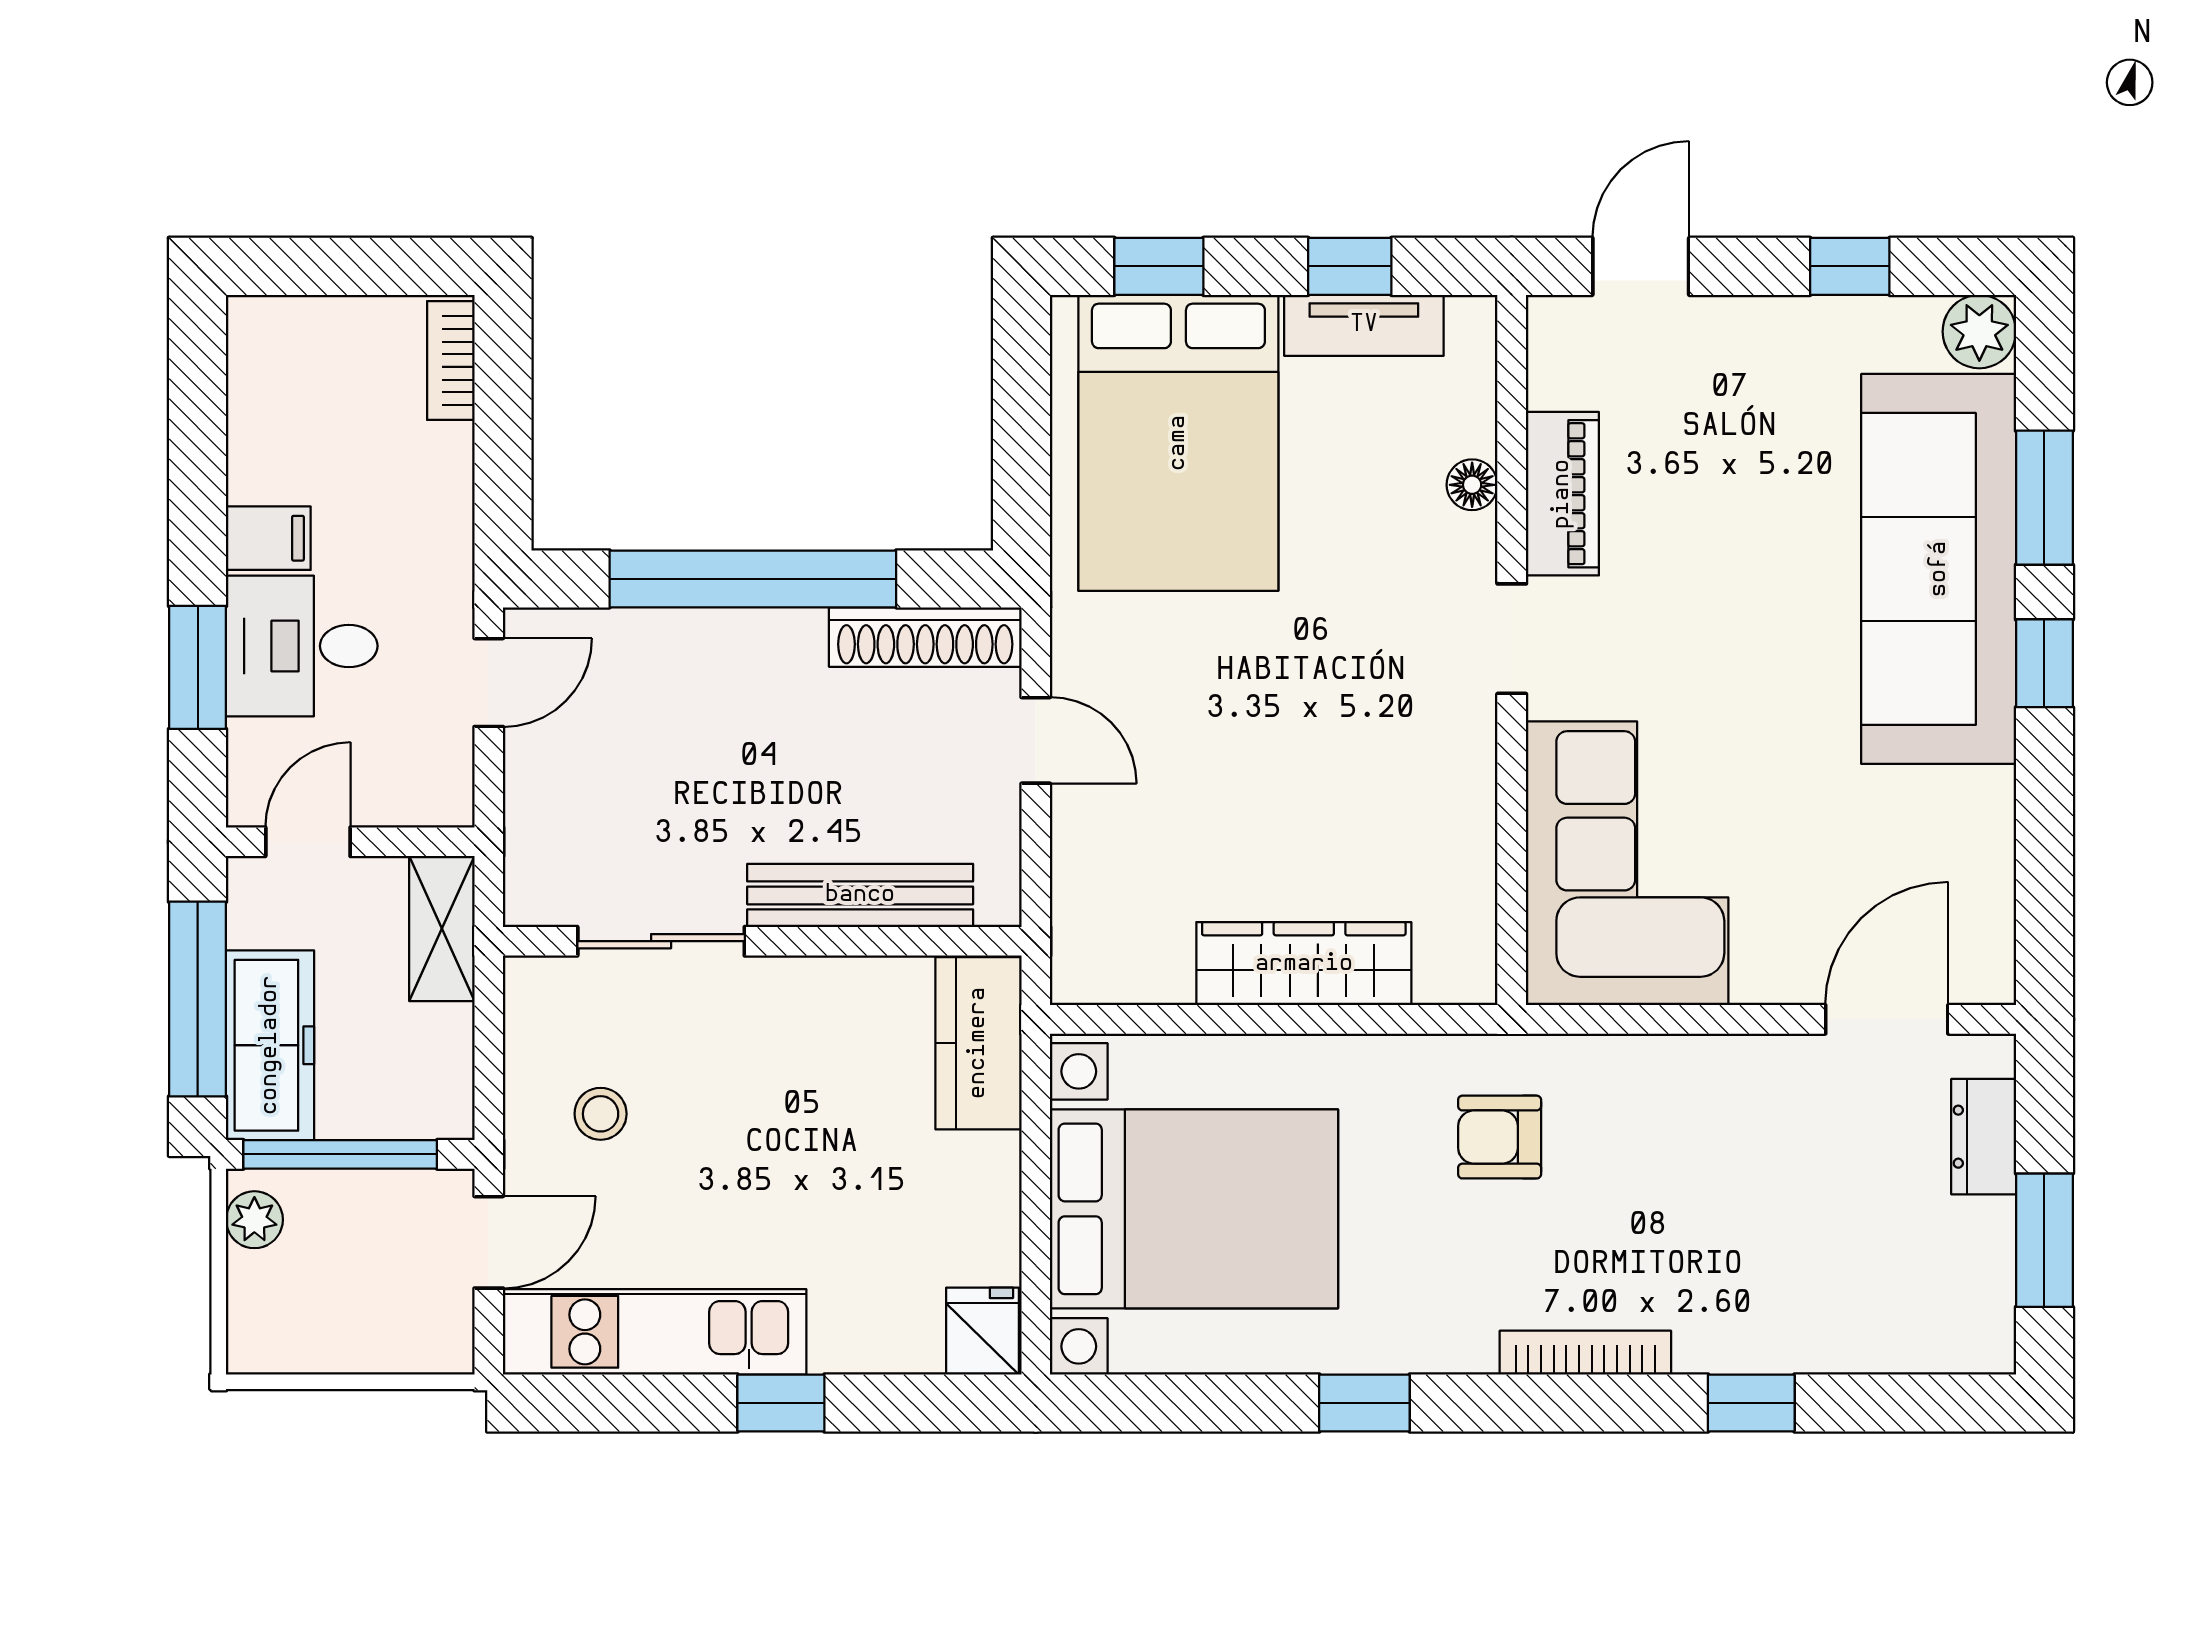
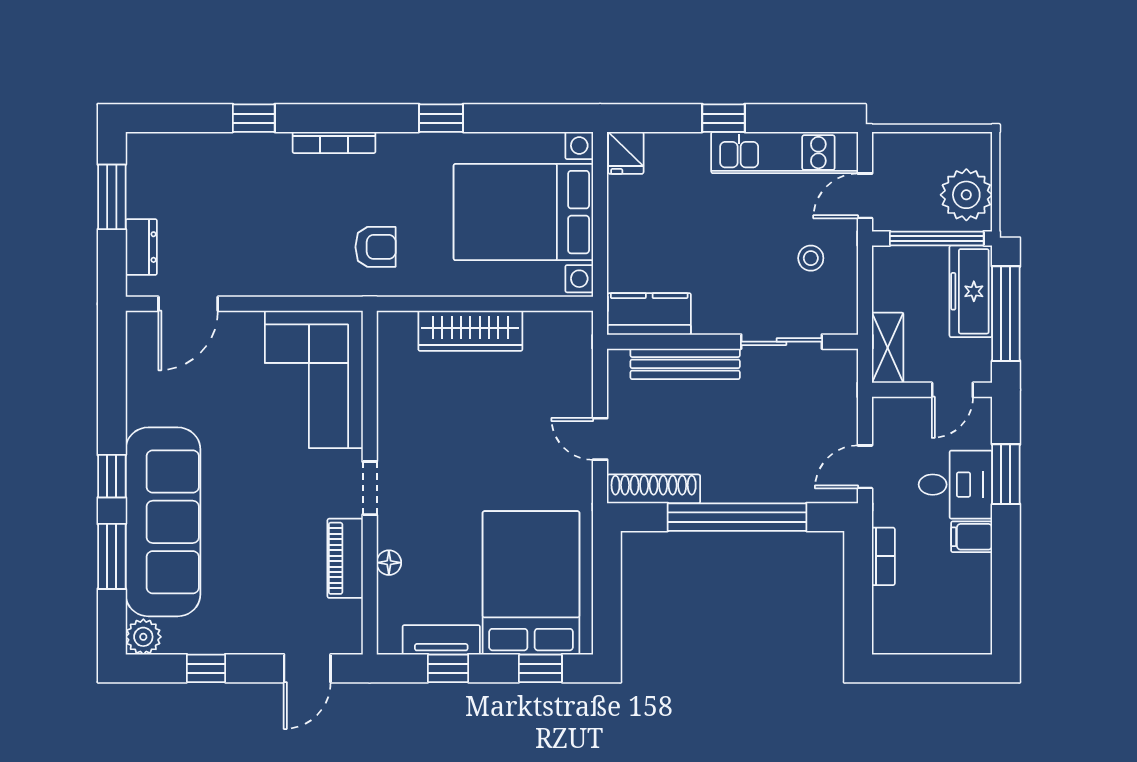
bookcase: (451, 361) -> (883, 556), moved
kitchen counter: (978, 1043) -> (649, 314), moved, turned -90
plant: (254, 1220) -> (966, 195), width x1.88, depth x1.88

